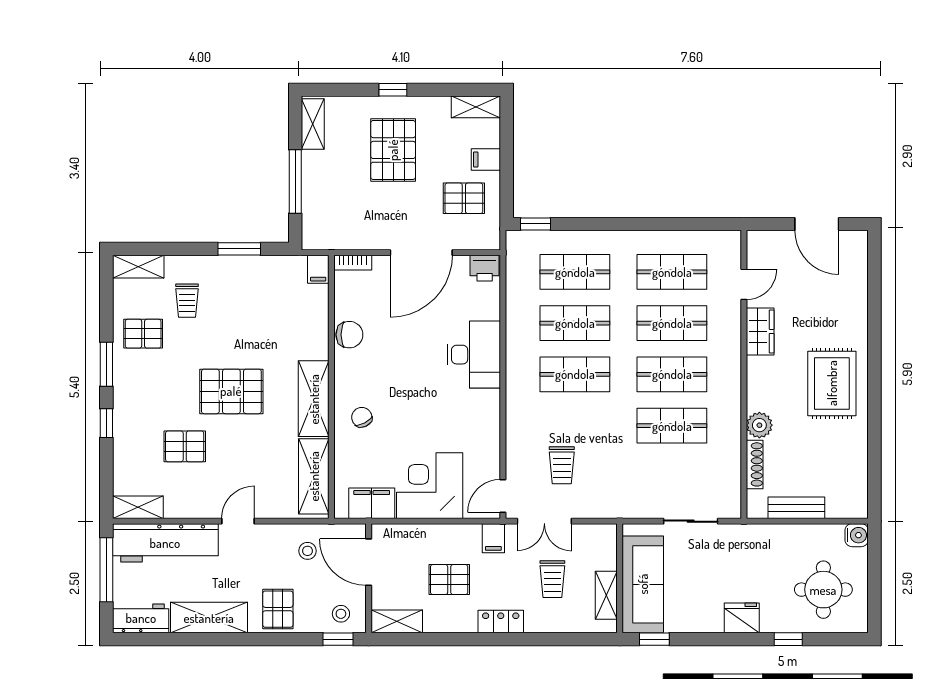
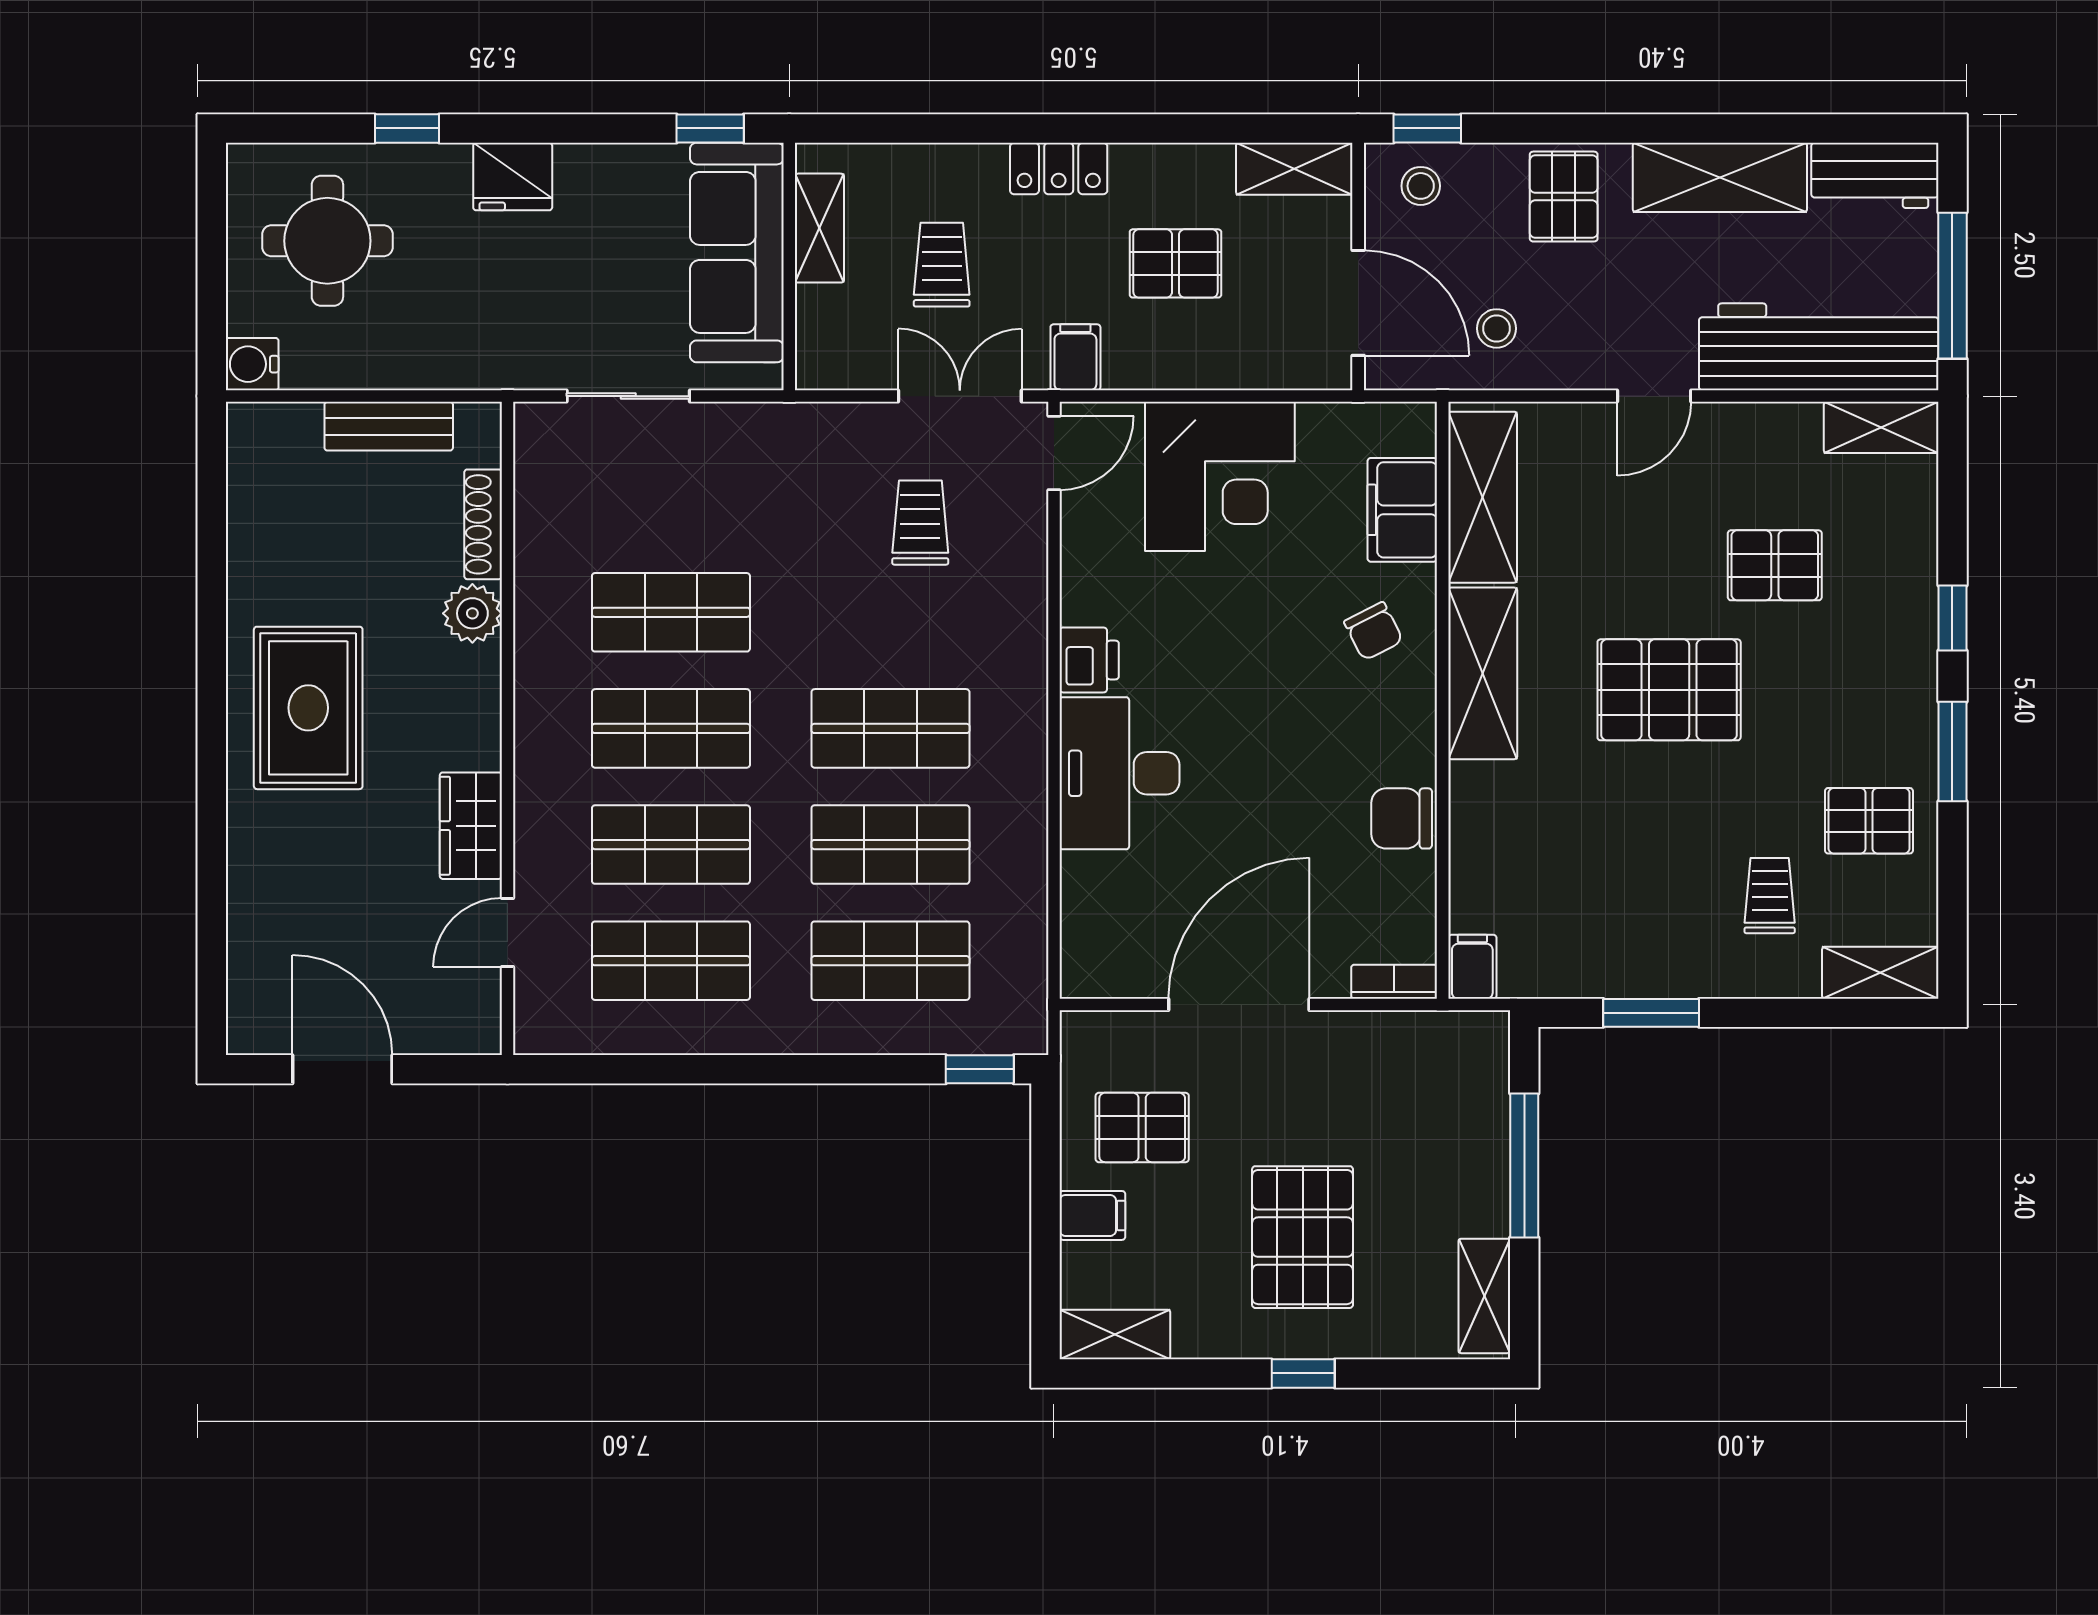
printer: (485, 268) -> (1089, 660), moved, turned 90
filing cabinet: (372, 503) -> (1402, 510), moved, turned 90

